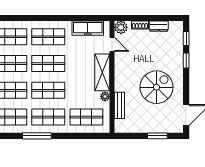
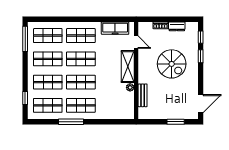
plant: (121, 27) -> (144, 27), removed
spiral stairs: (156, 87) -> (172, 64), moved, turned 90
shop shelf: (86, 117) -> (114, 105), removed

